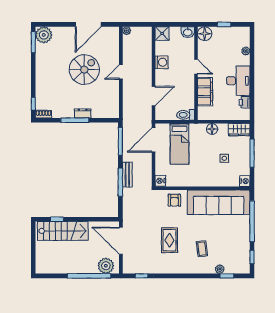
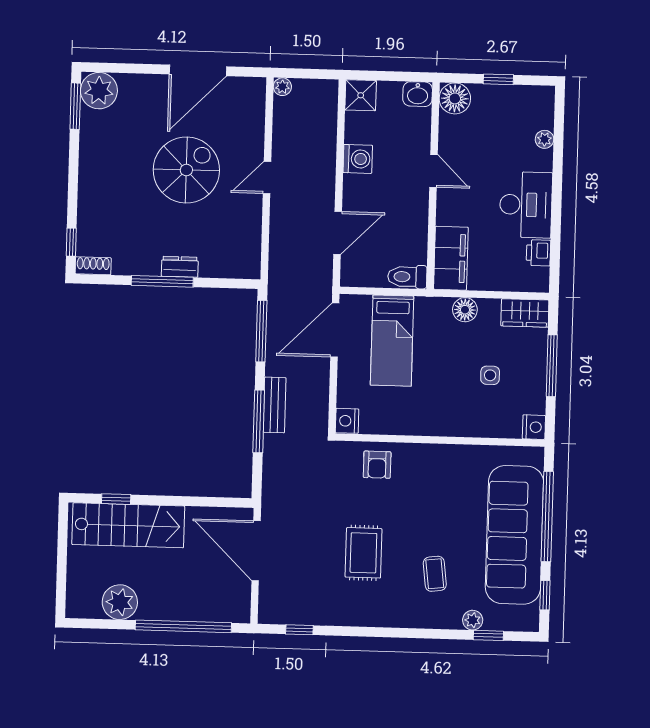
filing cabinet: (205, 92) -> (451, 258), moved
sofa: (219, 202) -> (514, 535), moved, turned 90
plant: (106, 266) -> (120, 602), moved

